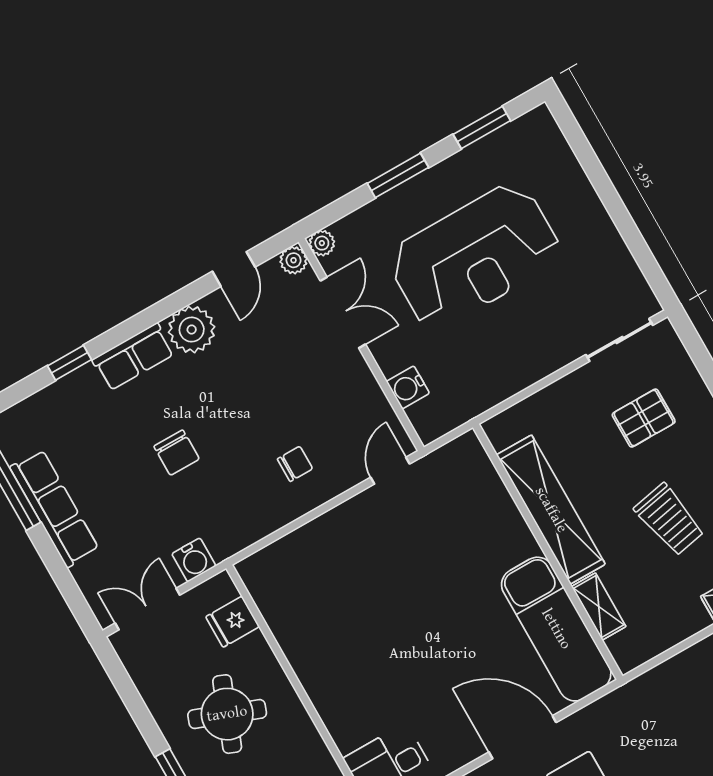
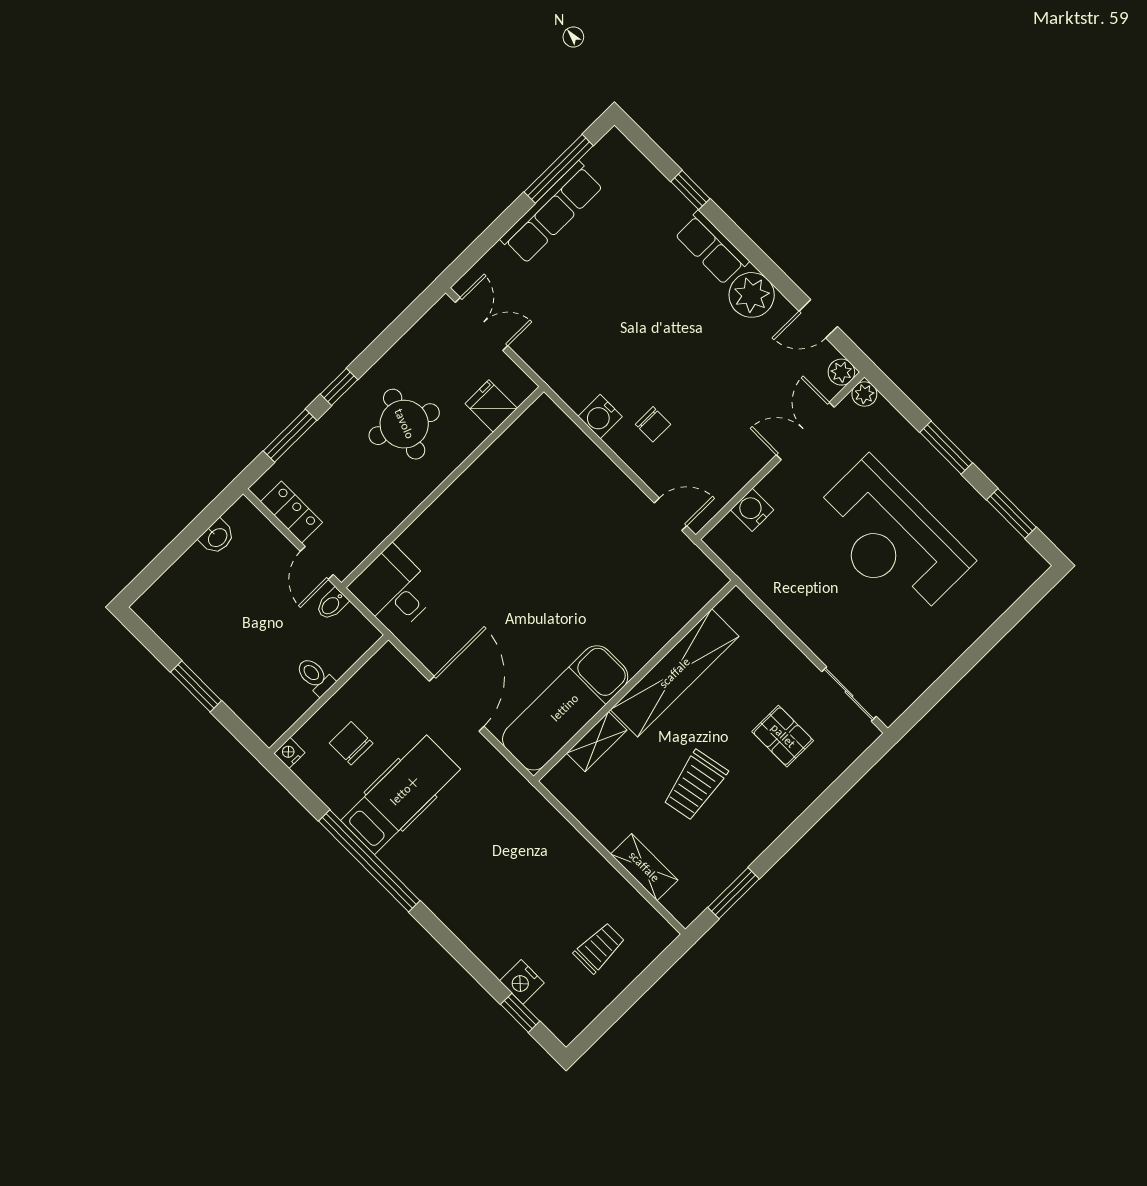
double door: (343, 313) -> (805, 431), swing flipped
chair: (177, 453) -> (634, 312), removed
water cooler: (194, 560) -> (600, 416), moved

